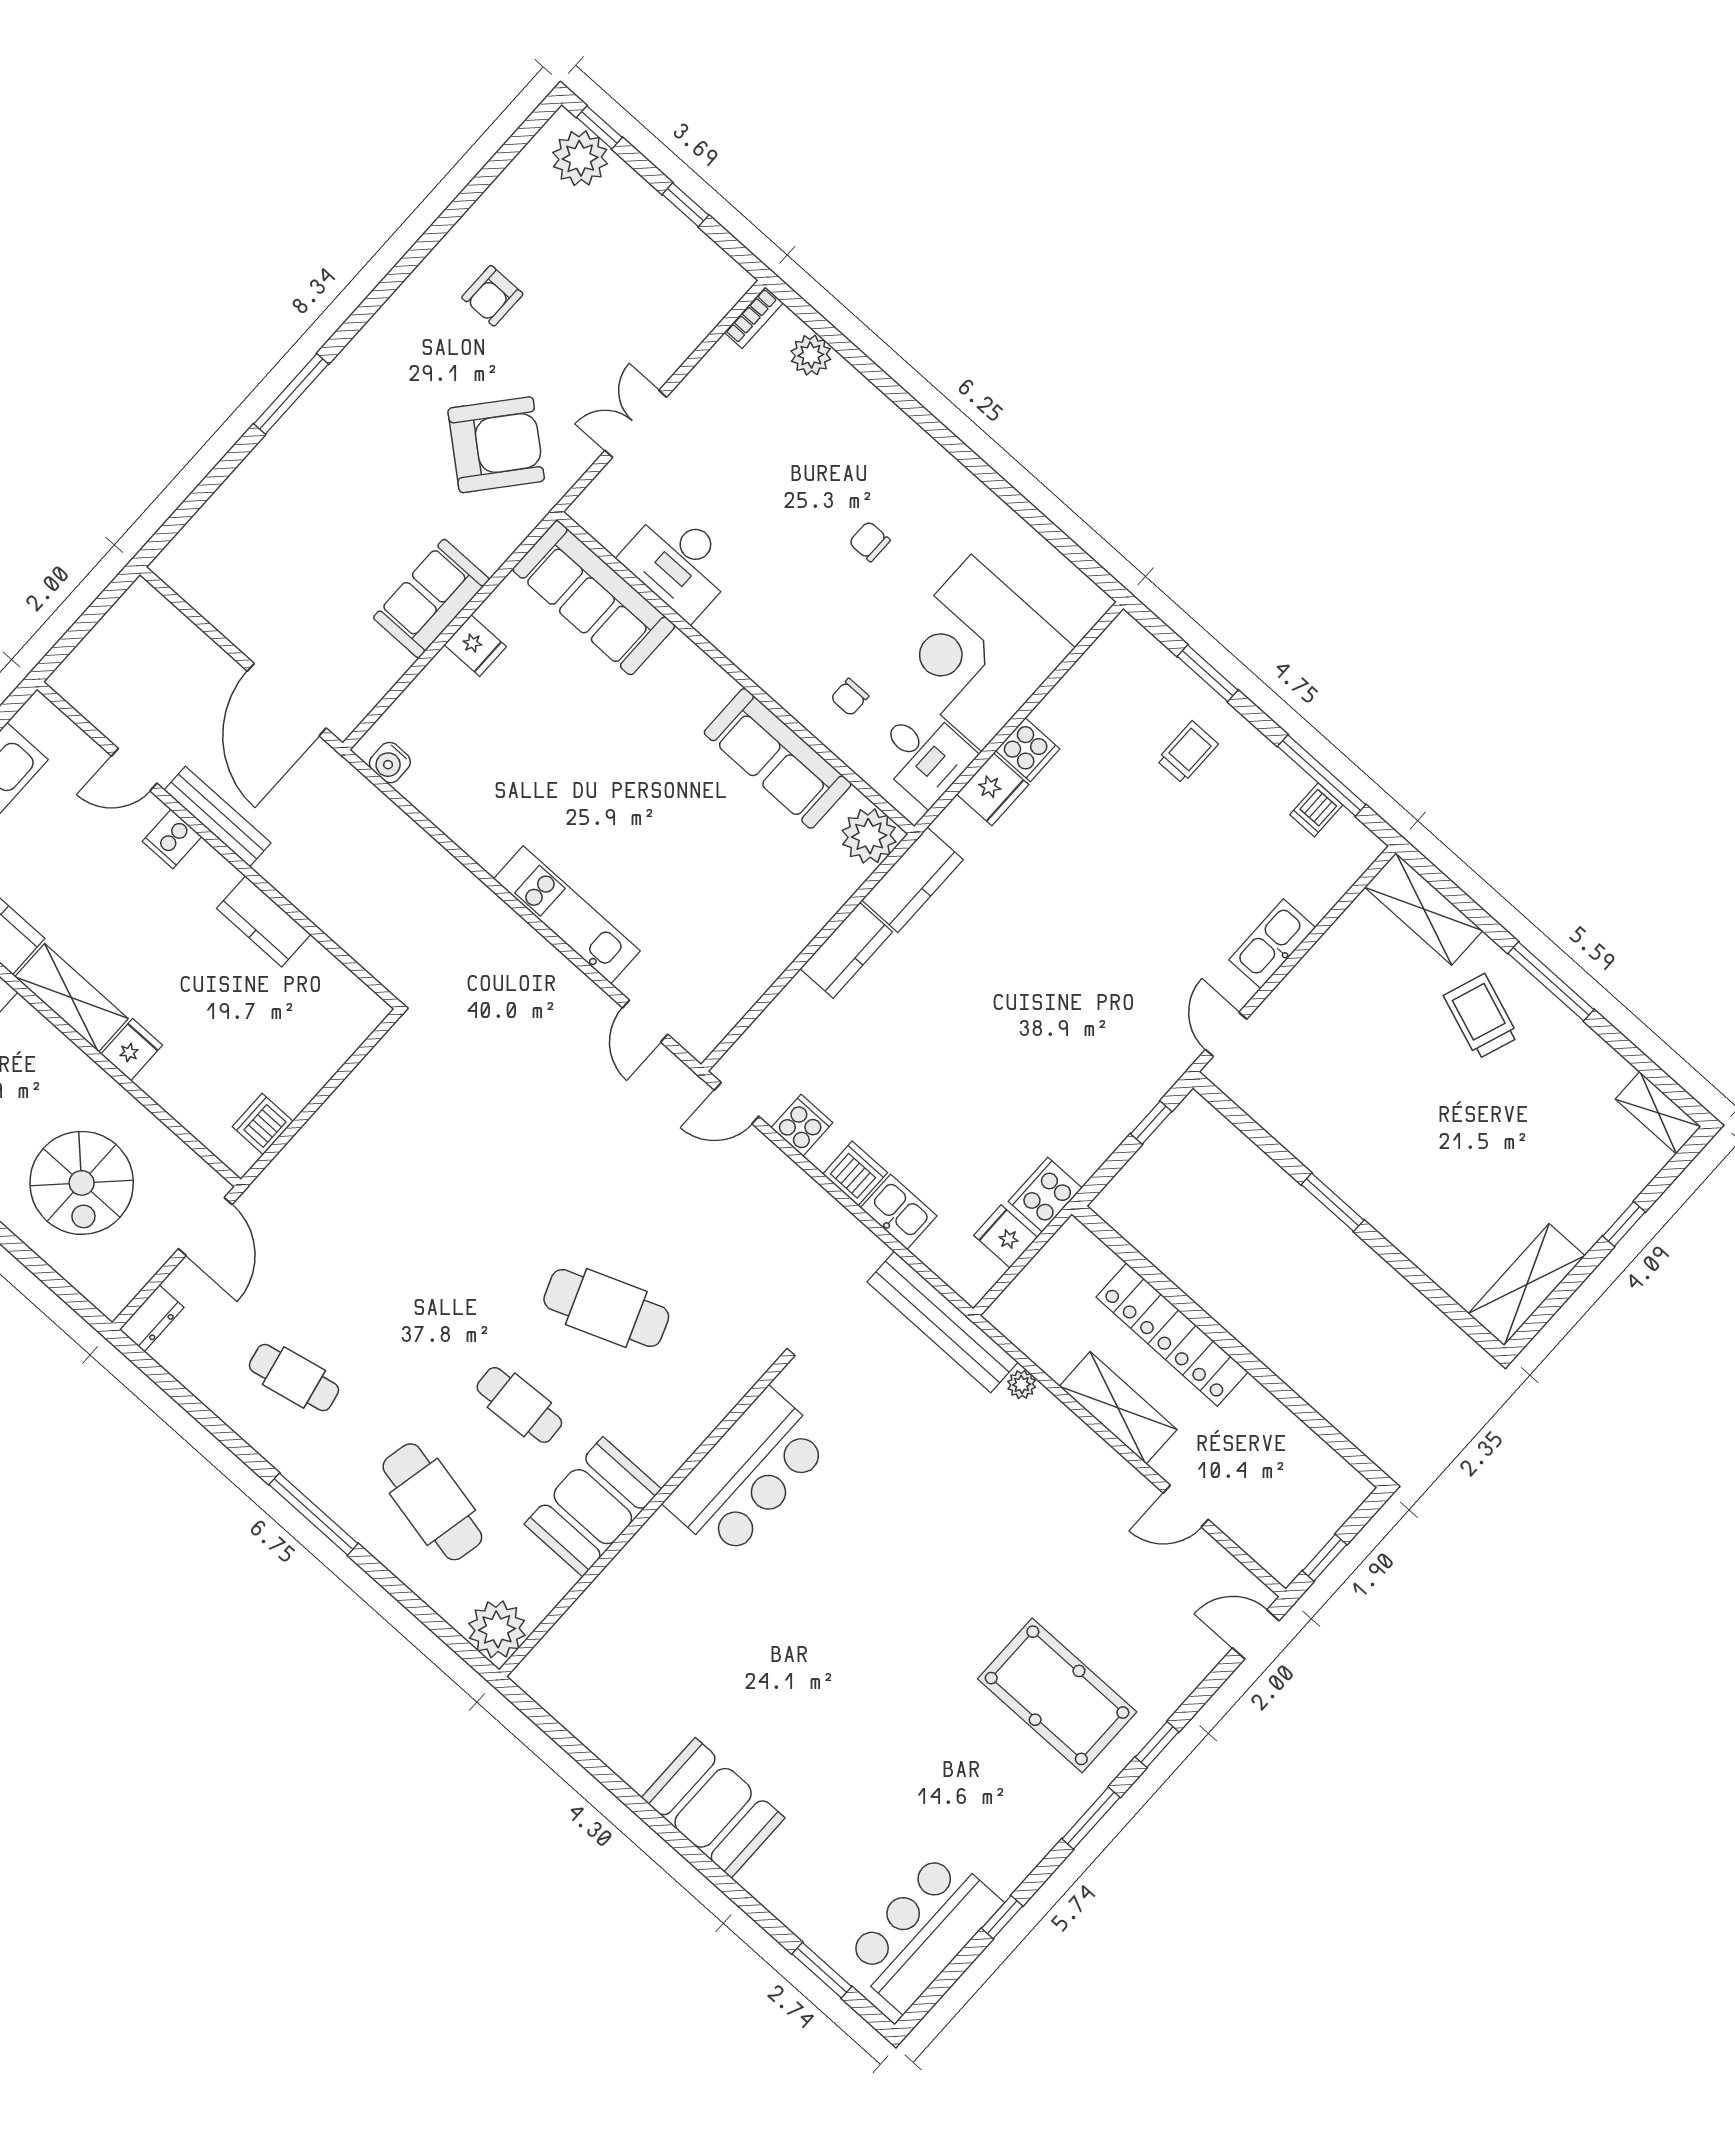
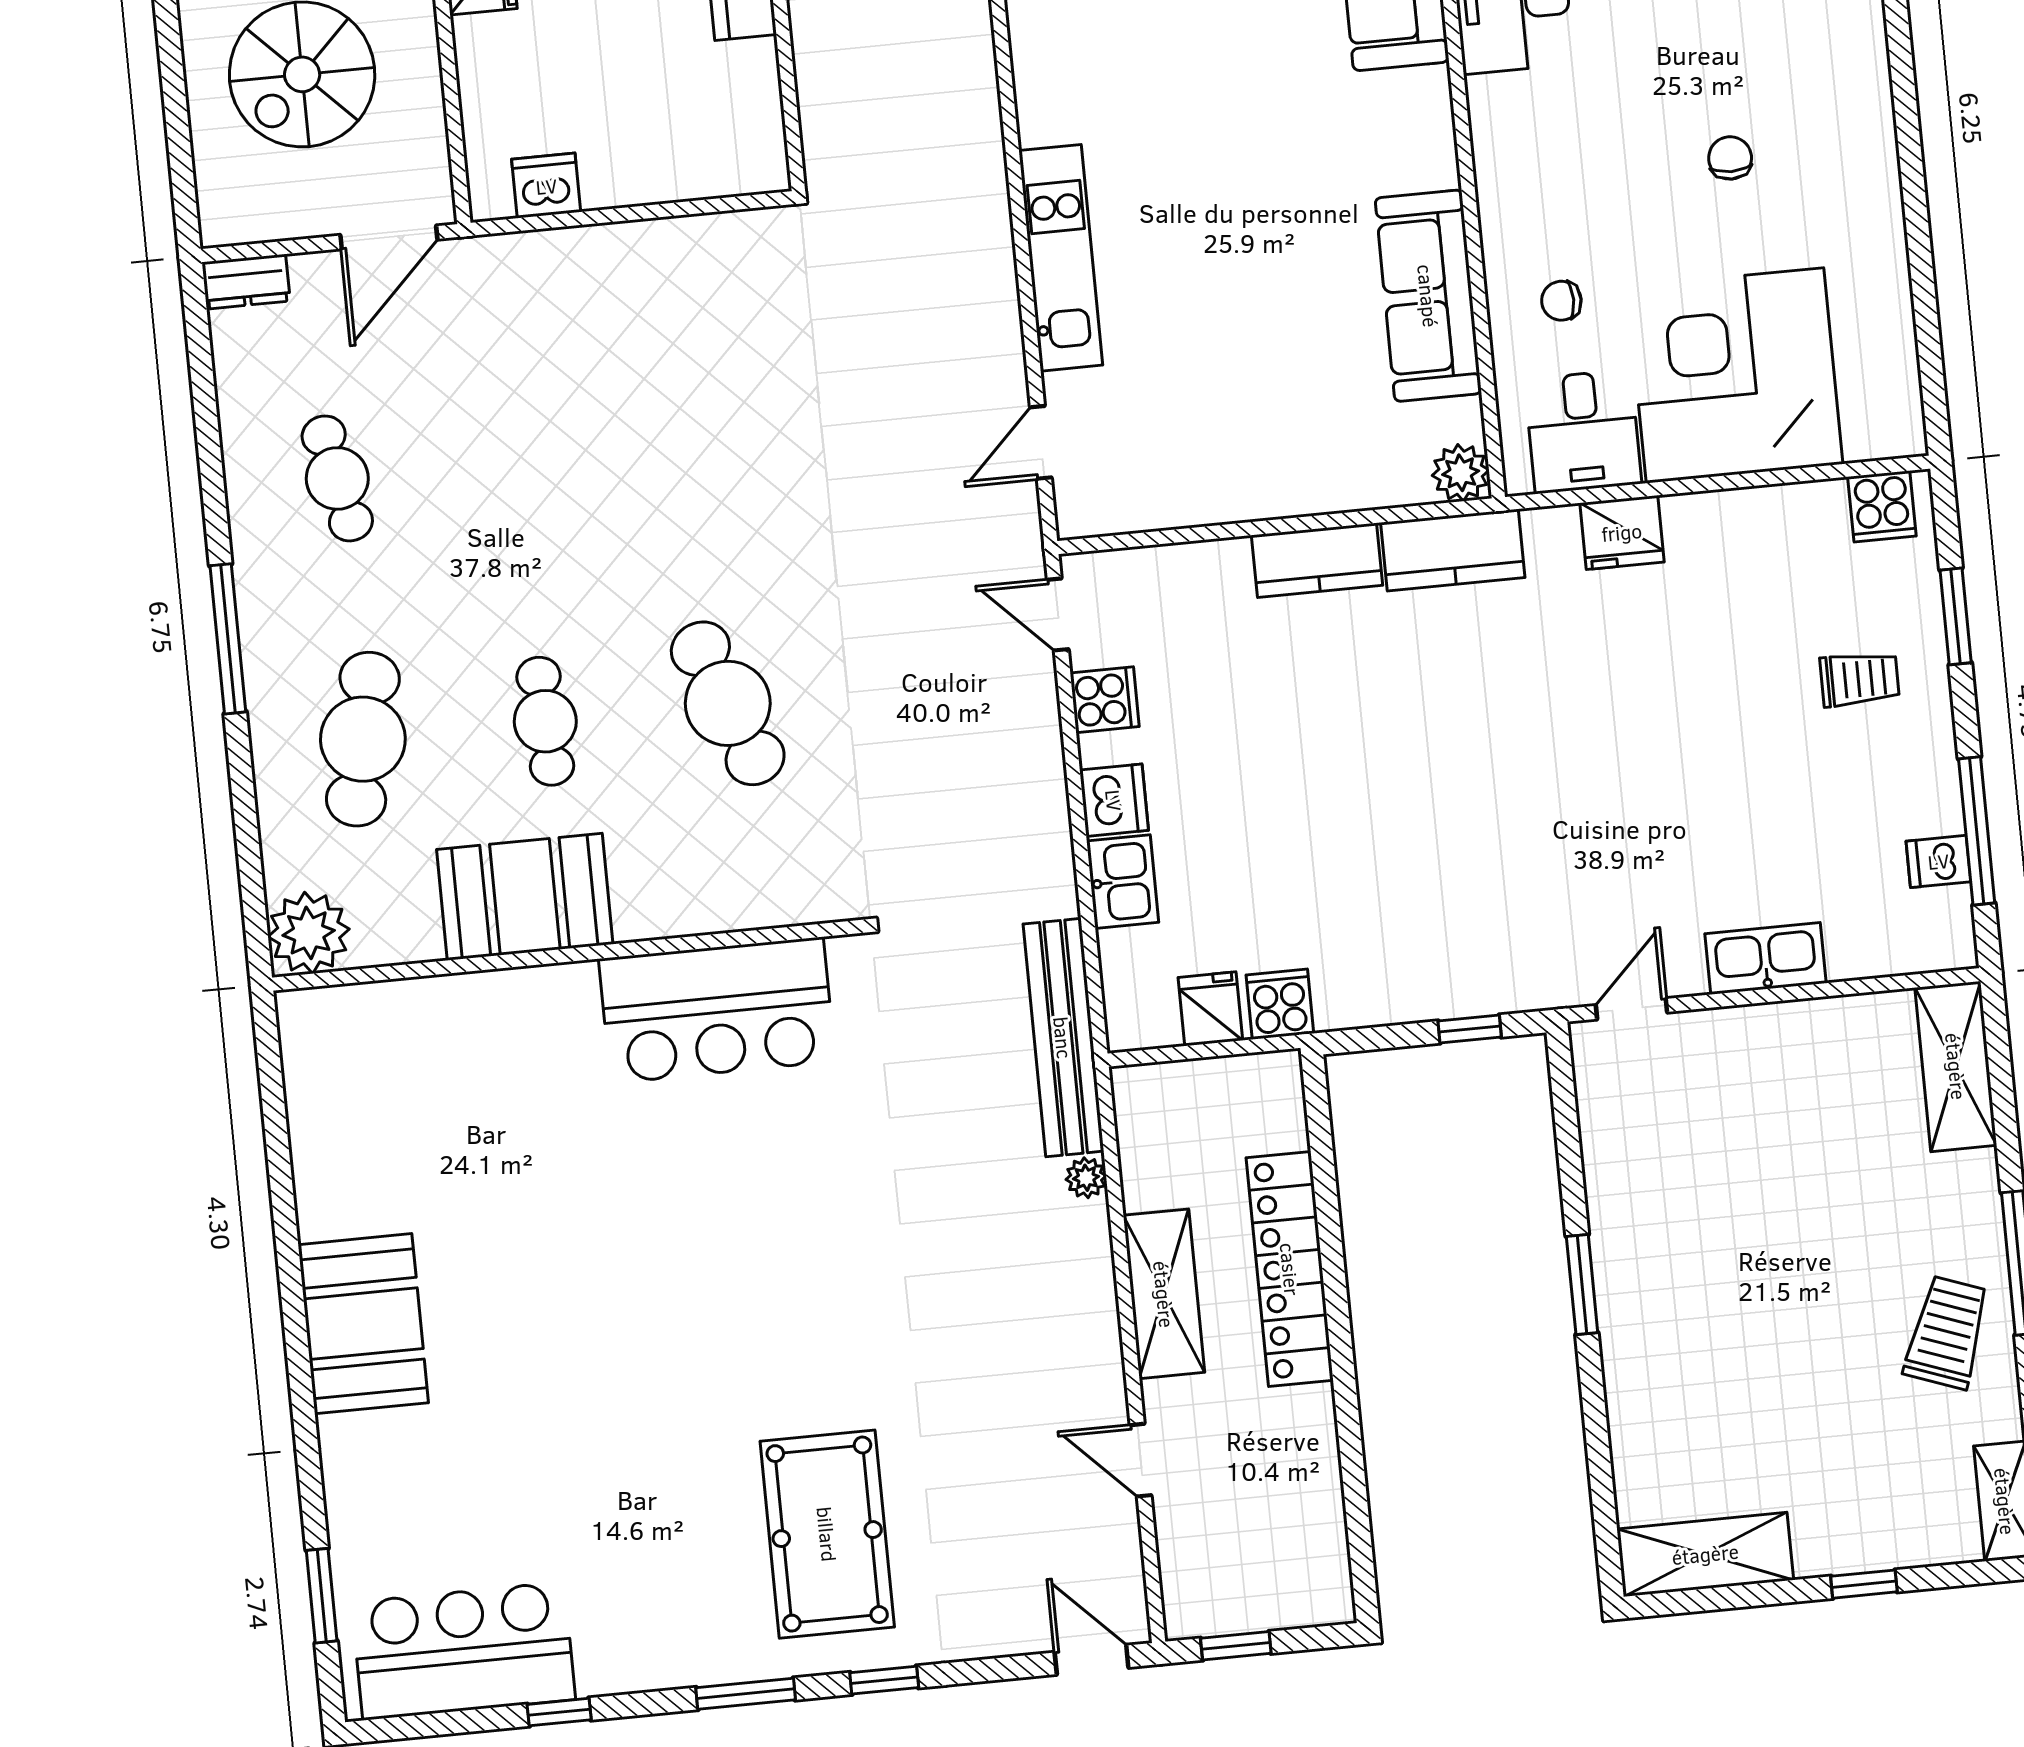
cooker: (1028, 750) -> (1882, 506), moved
plant: (869, 836) -> (1461, 473), width x0.73, depth x0.73
trolley: (1481, 1016) -> (1947, 1332), moved
cooker: (1045, 1195) -> (1280, 1004), width x0.73

